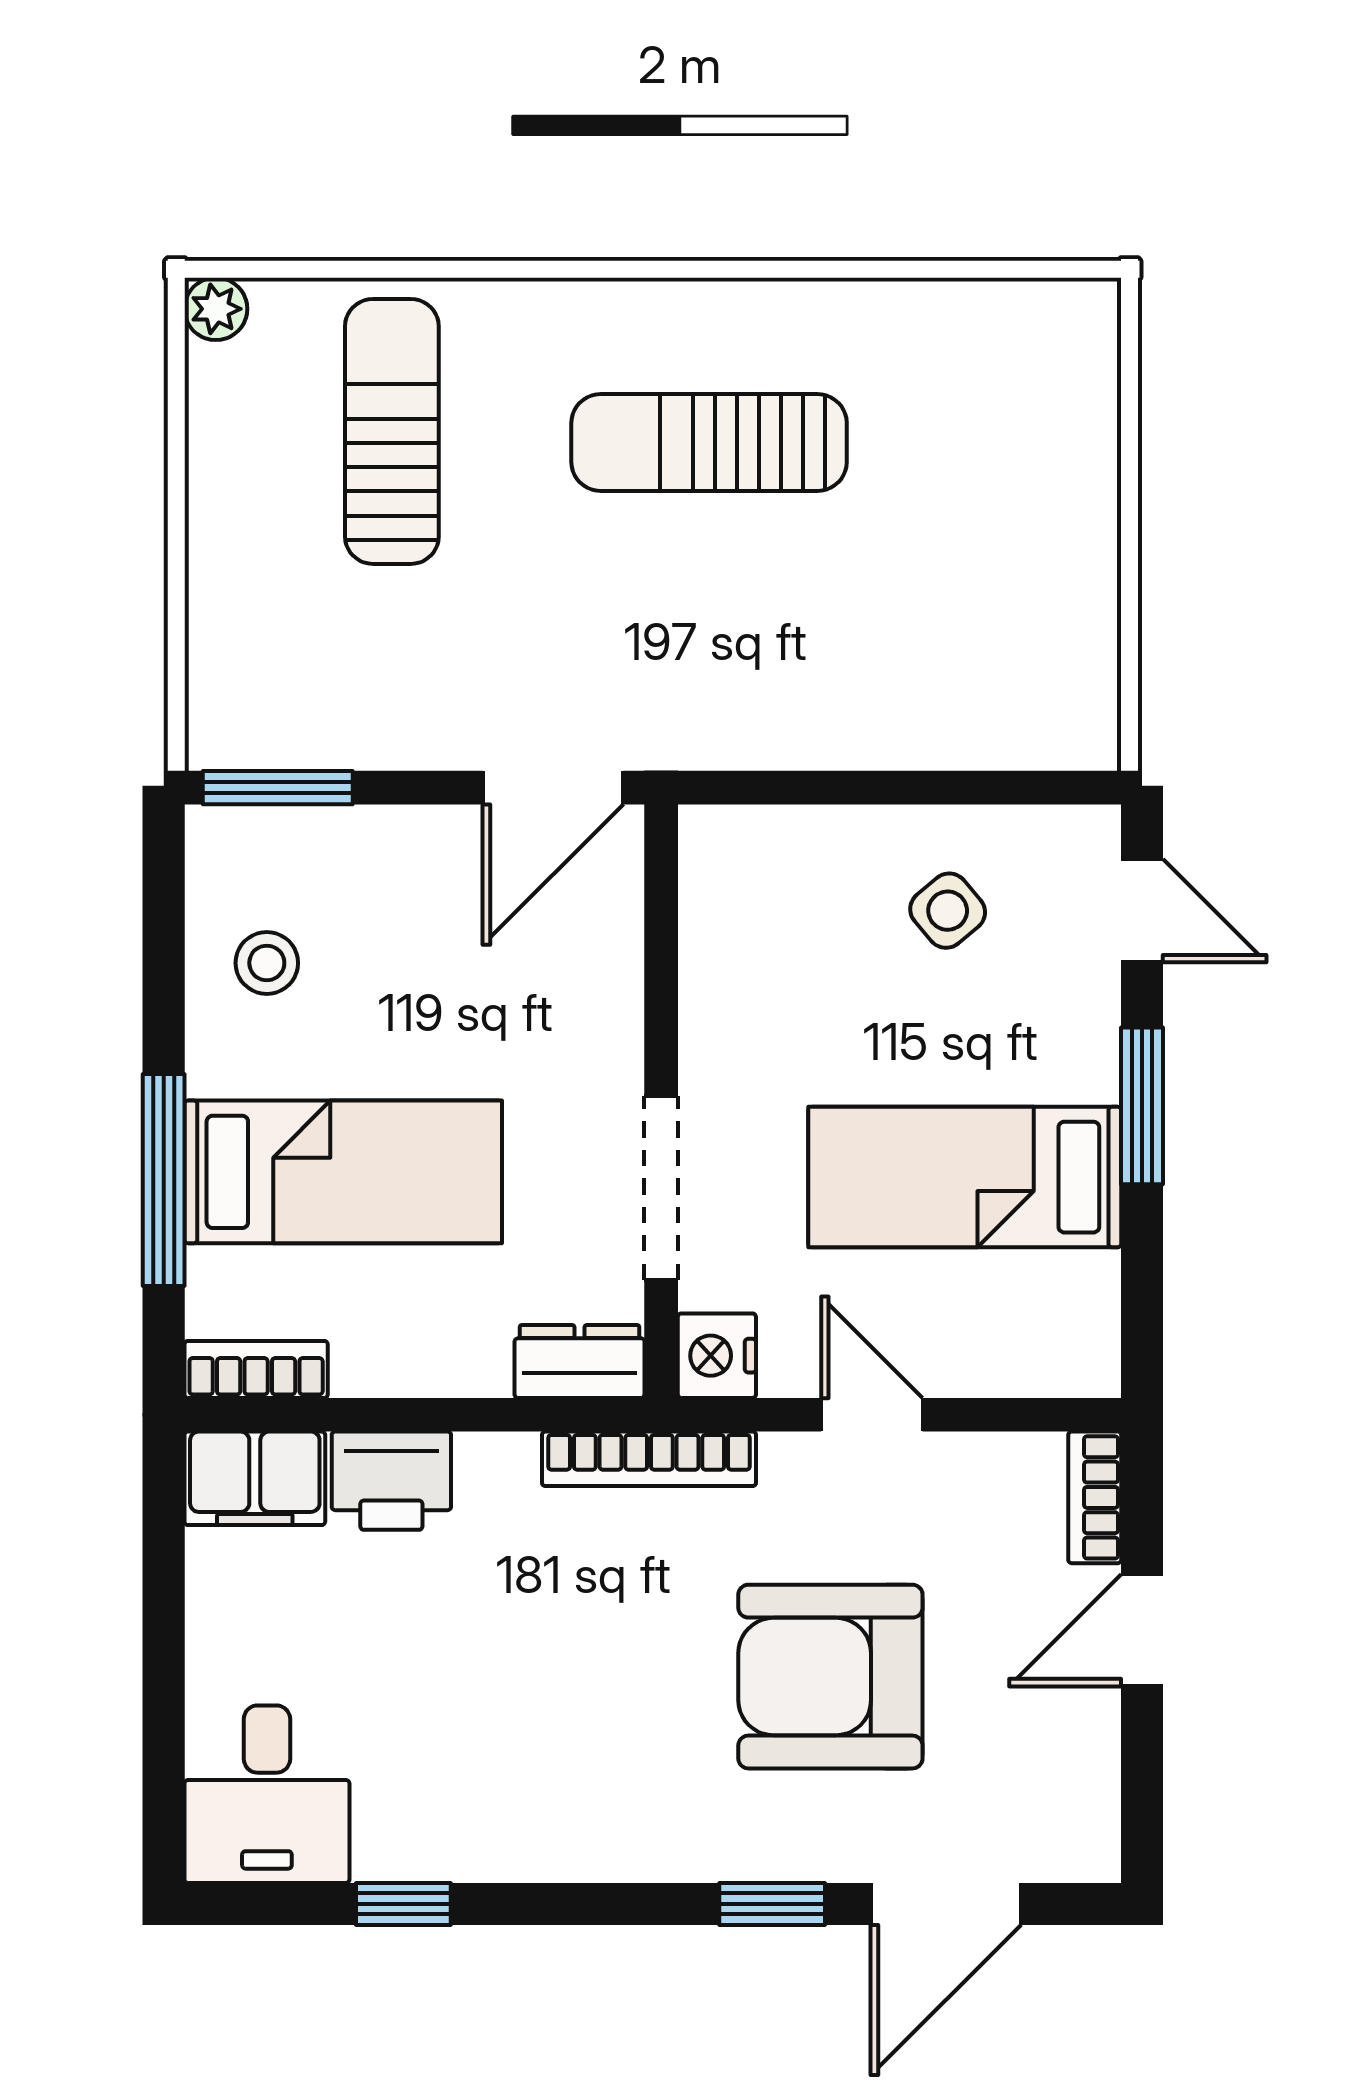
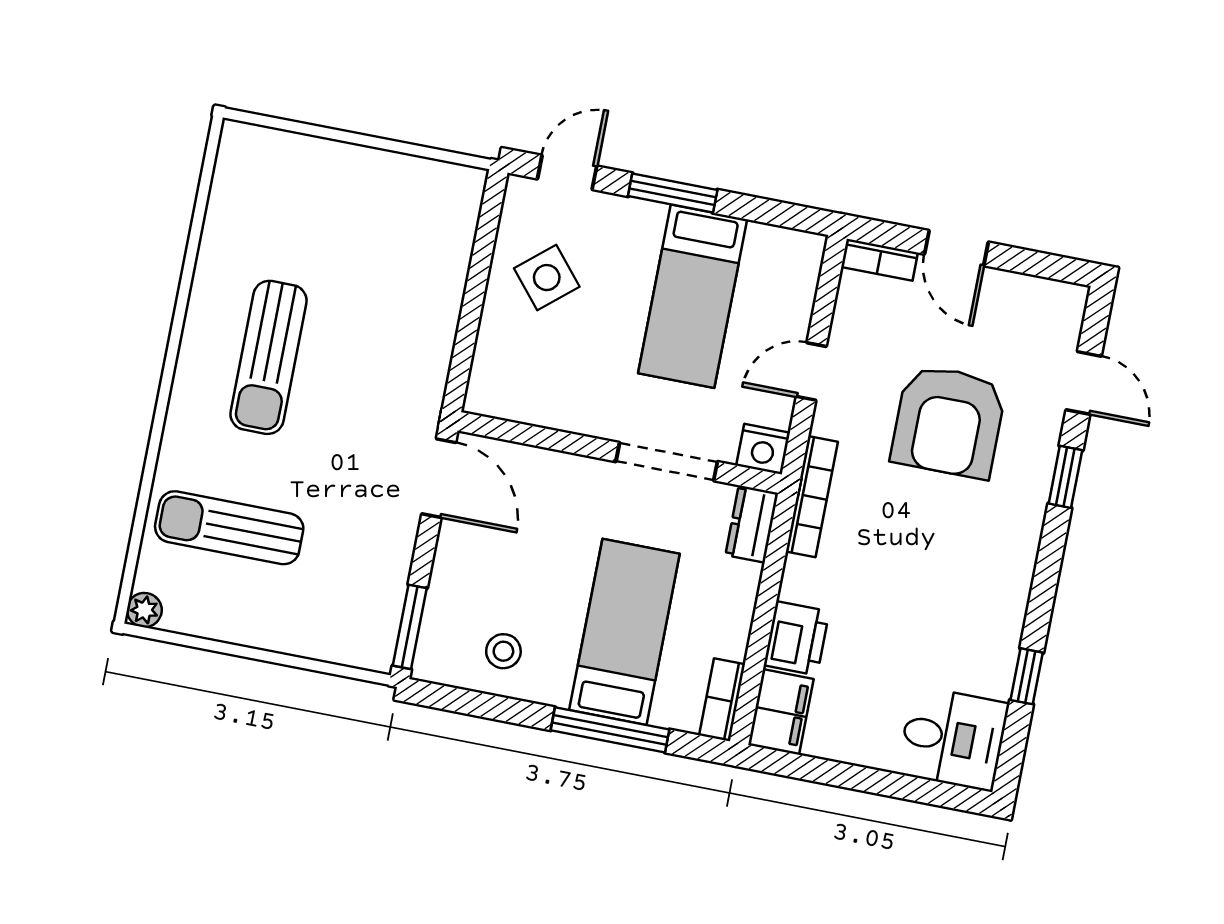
side table: (948, 911) -> (547, 278), width x1.37, depth x1.37
door: (946, 1904) -> (1084, 383), width x0.73

